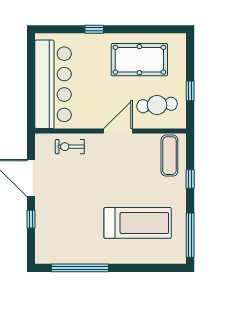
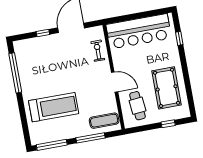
window: (94, 29) -> (179, 38), moved
window: (190, 91) -> (168, 124), moved
window: (190, 179) -> (90, 138), width x2.17
treadmill: (138, 223) -> (54, 107), turned -90

